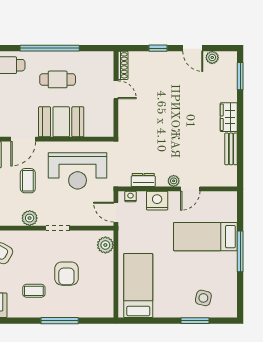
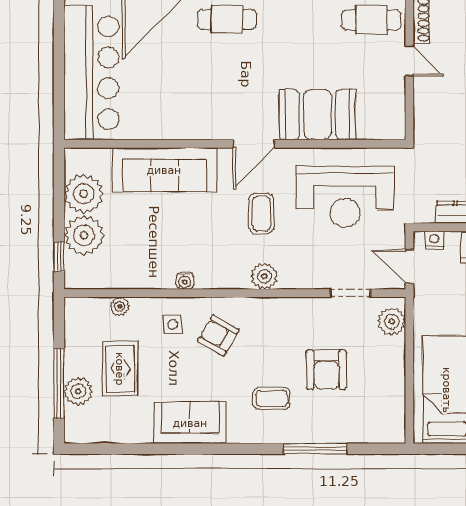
cafe table: (58, 79) -> (371, 20), moved
doorway: (58, 228) -> (350, 293), moved

